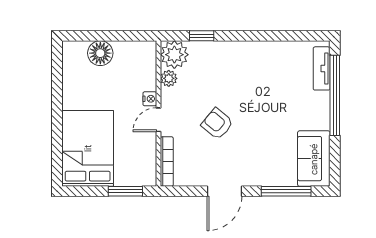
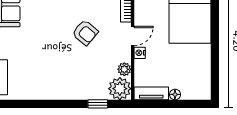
tv unit: (135, 49) -> (151, 93), added
floor lamp: (100, 53) -> (175, 94), width x0.53, depth x0.53

